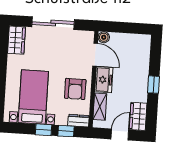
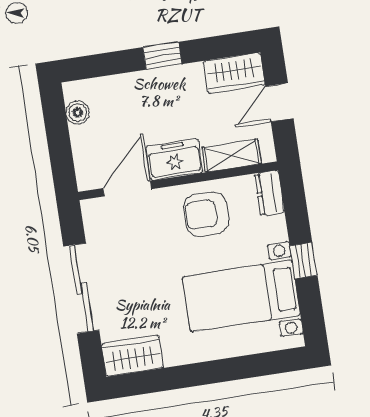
boiler: (104, 37) -> (78, 113), moved
armchair: (75, 89) -> (206, 214), turned 180
window: (66, 131) -> (296, 214), removed
door: (120, 134) -> (279, 102), hinge flipped

